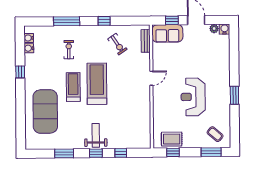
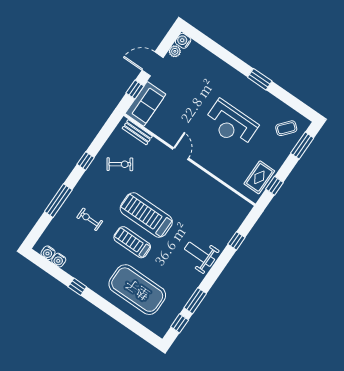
window: (96, 153) -> (180, 323), moved

